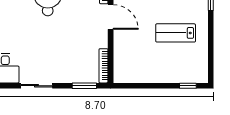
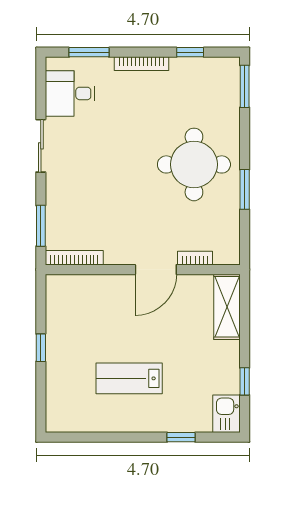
lab bench: (176, 33) -> (129, 378), turned -90
window: (188, 86) -> (41, 348), moved

